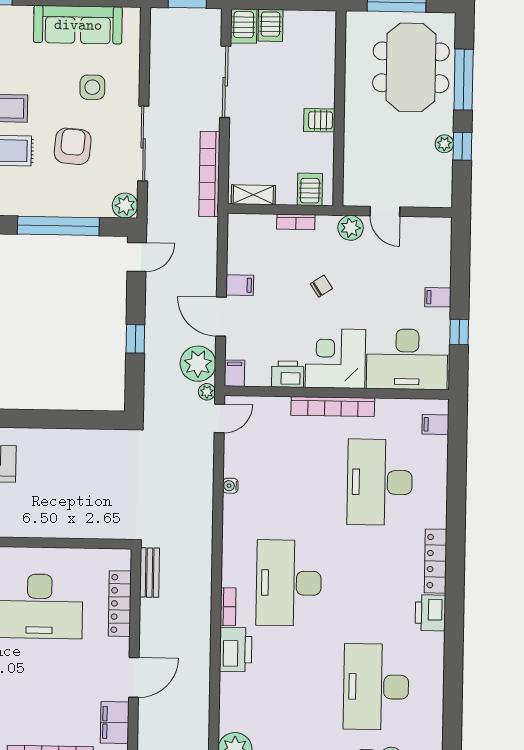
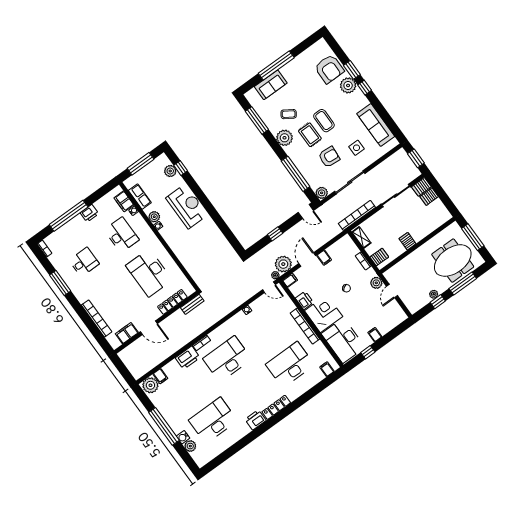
filing cabinet: (232, 720) -> (160, 376), added

